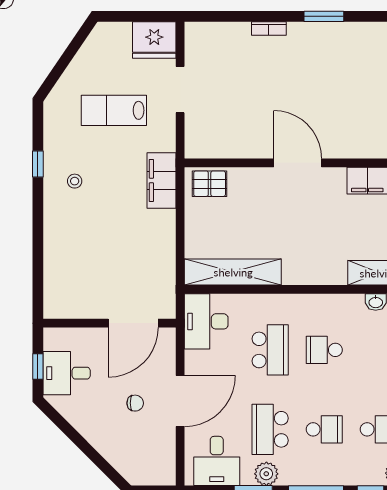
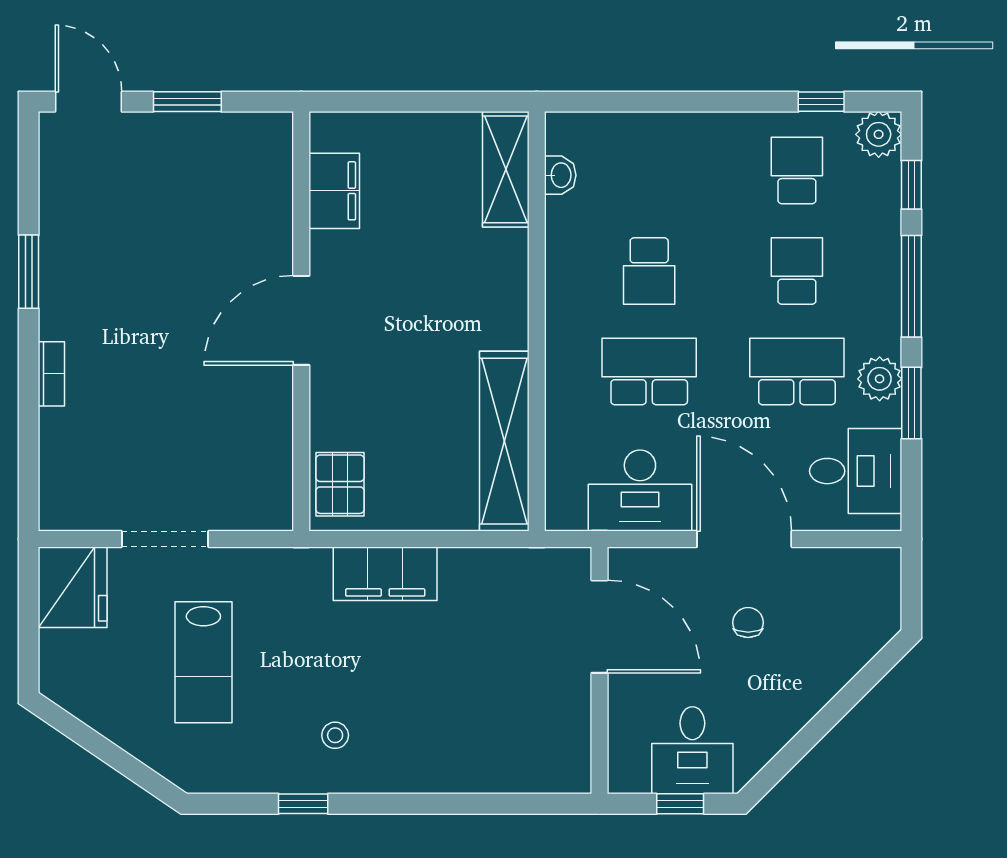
filing cabinet: (161, 180) -> (385, 574), moved
desk: (206, 321) -> (640, 491), moved
school desk: (270, 429) -> (797, 372), turned 180

